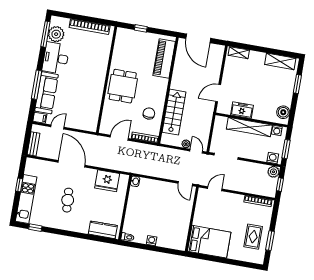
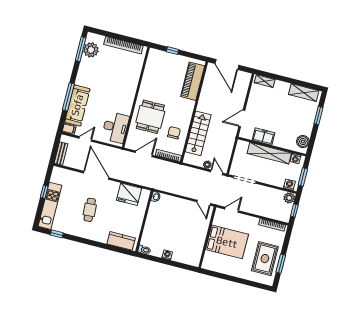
desk: (56, 58) -> (115, 127), moved, turned 180
dining table: (123, 86) -> (150, 117), moved
rug: (253, 237) -> (265, 259), width x1.36, depth x1.43
bed: (209, 242) -> (227, 242), moved

